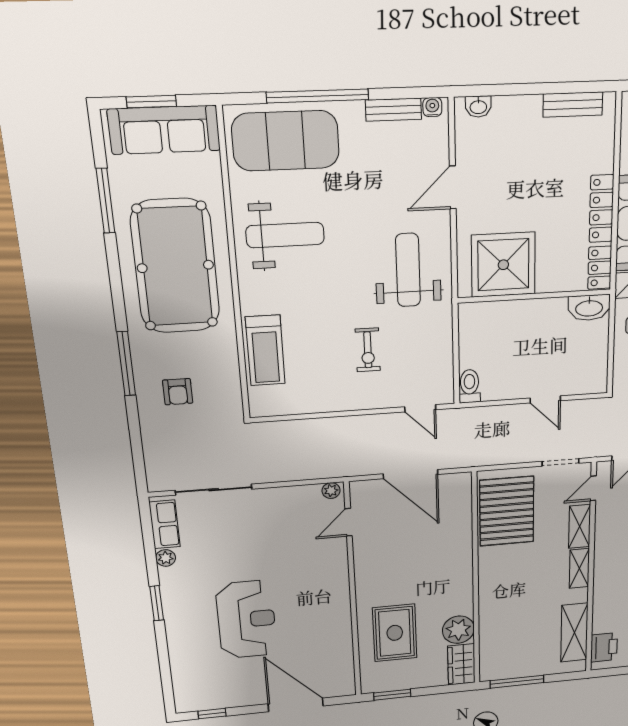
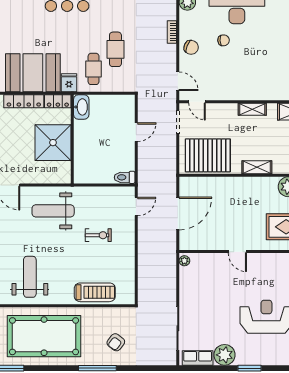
shower: (503, 265) -> (53, 143), moved
armchair: (178, 392) -> (116, 342), turned 127
door: (349, 522) -> (237, 252), moved
shelving: (580, 526) -> (257, 167), moved
plant: (166, 558) -> (225, 355), width x1.87, depth x1.87

